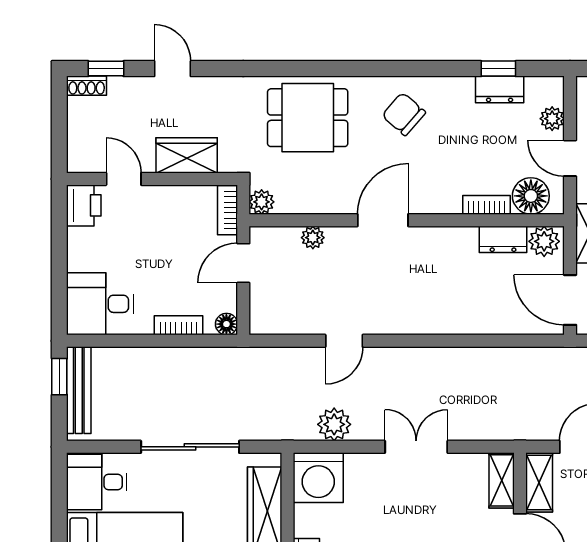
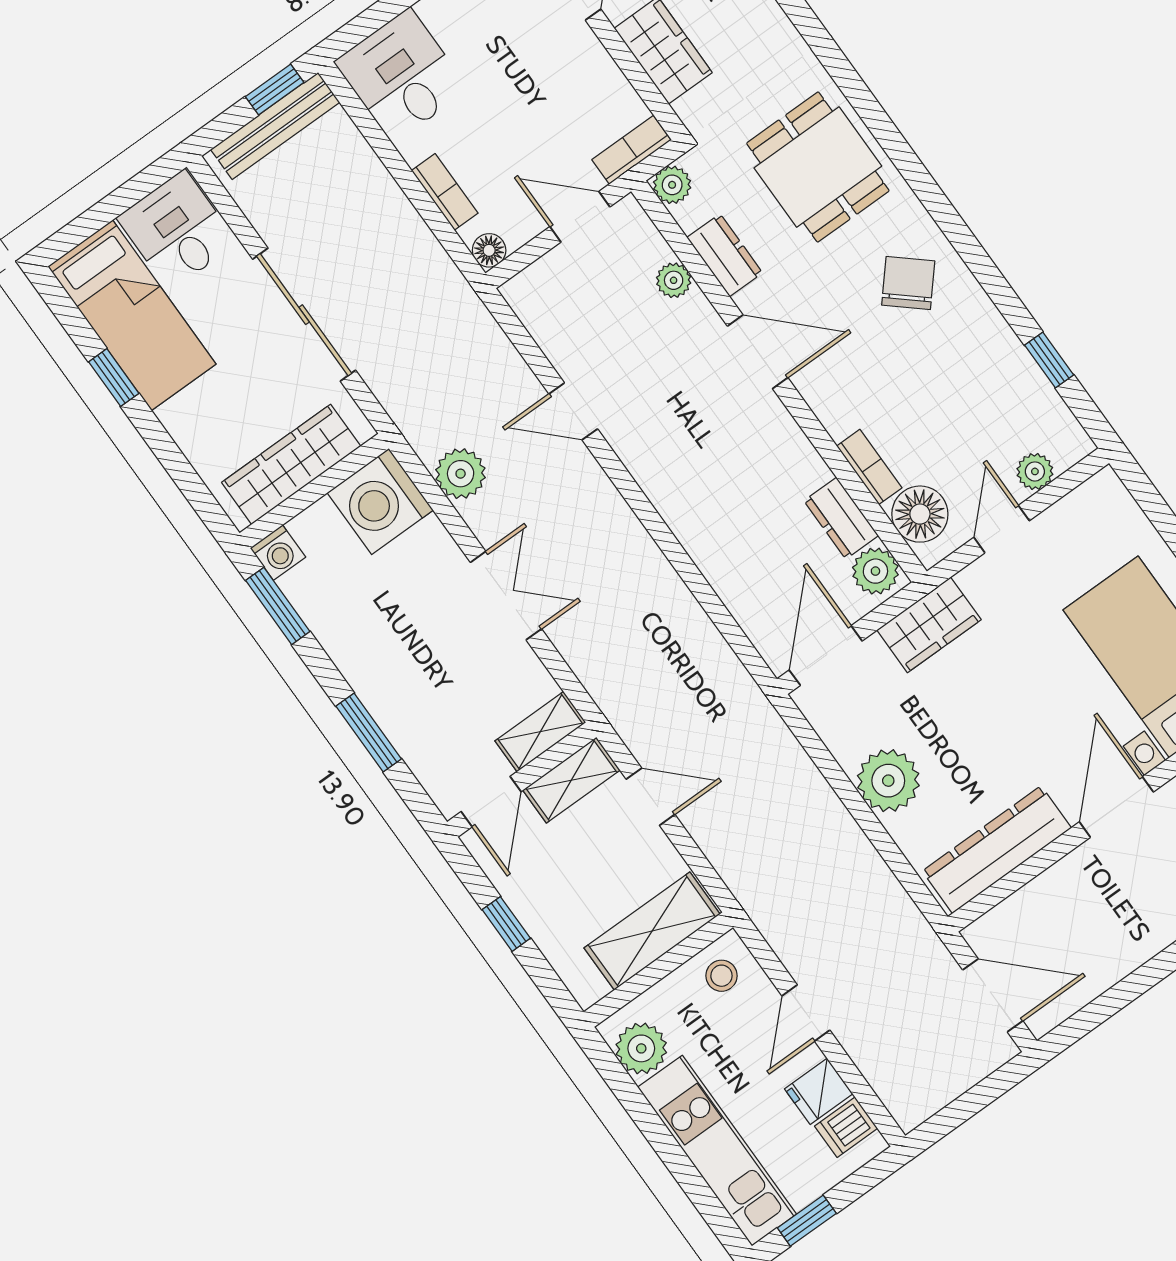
dresser: (500, 89) -> (725, 255), moved, turned 180

